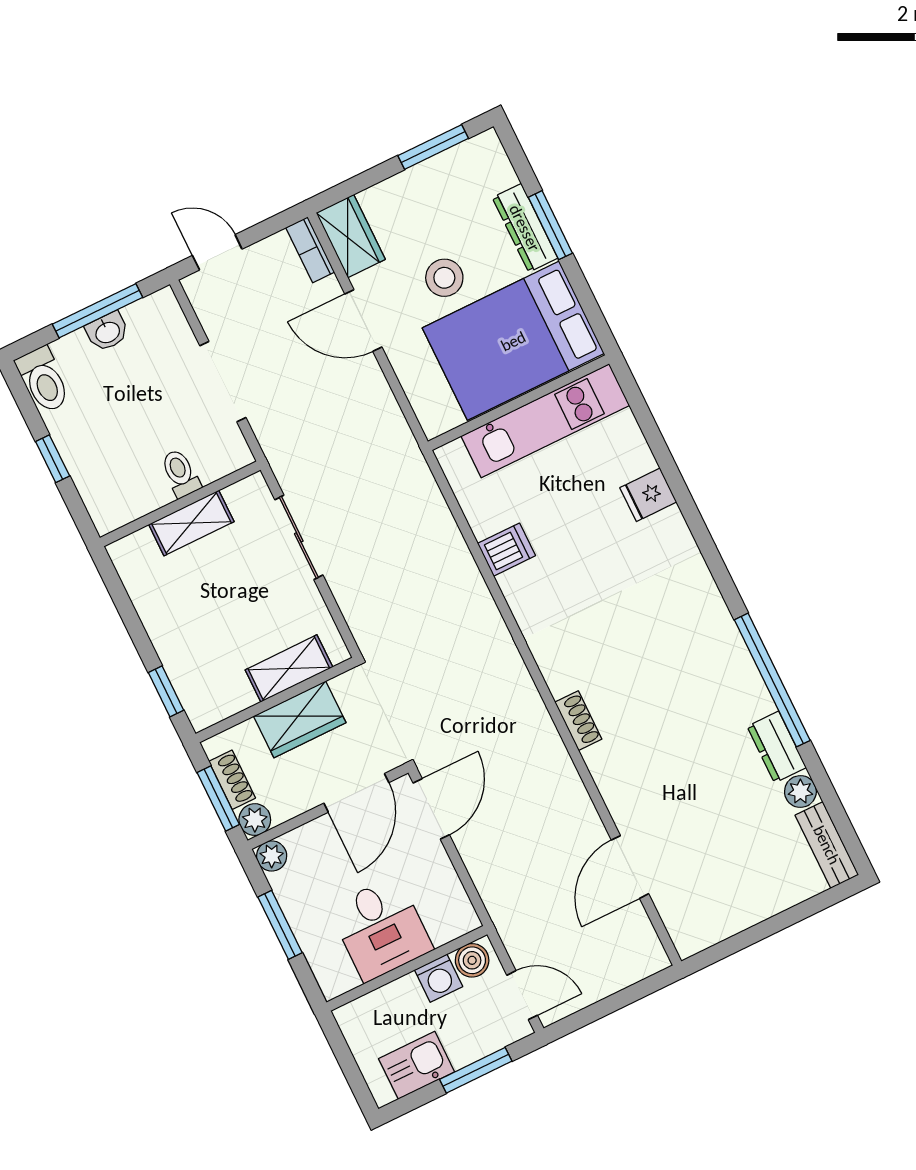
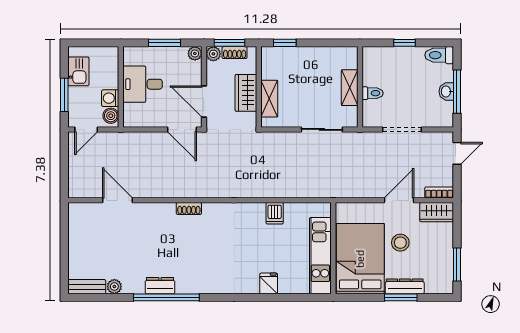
dresser: (777, 747) -> (160, 286), moved

